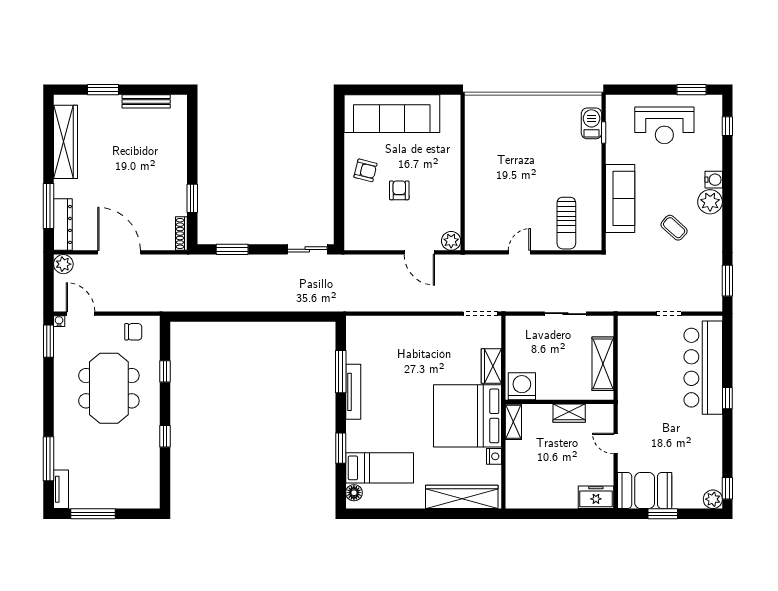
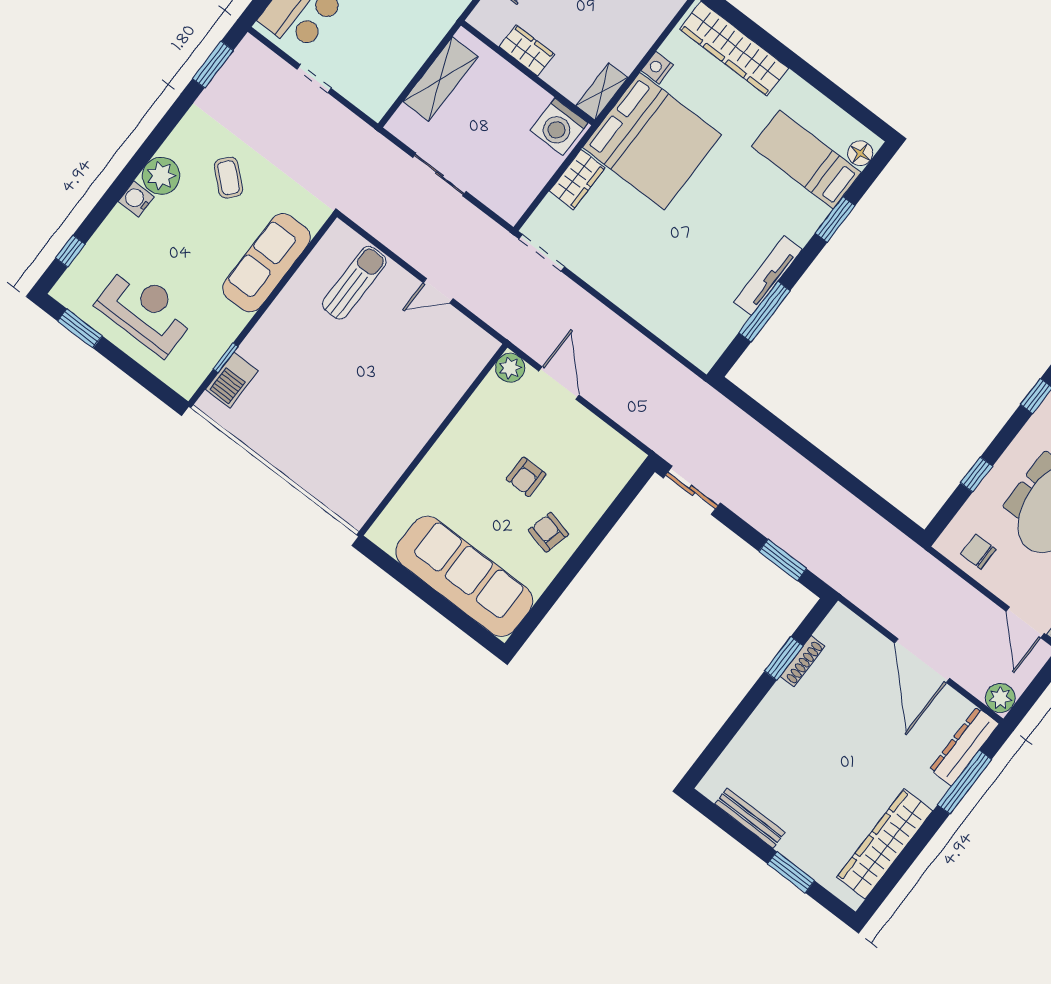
shoe rack: (181, 233) -> (803, 661), moved

